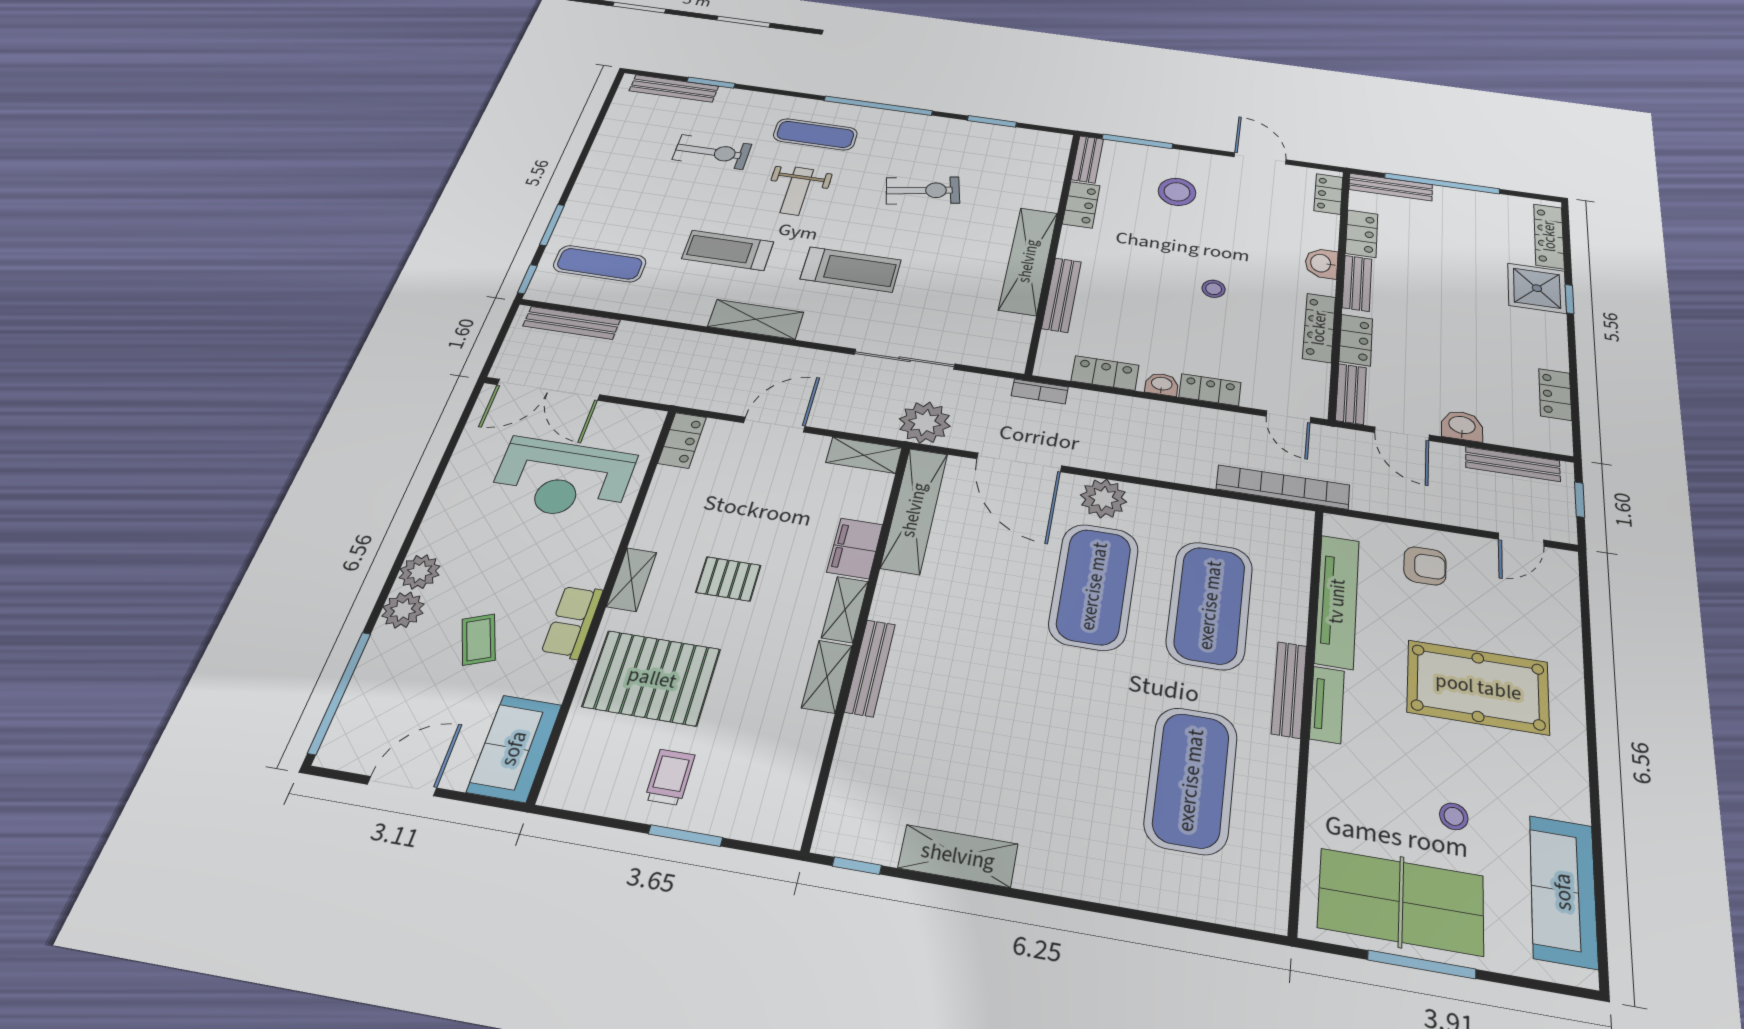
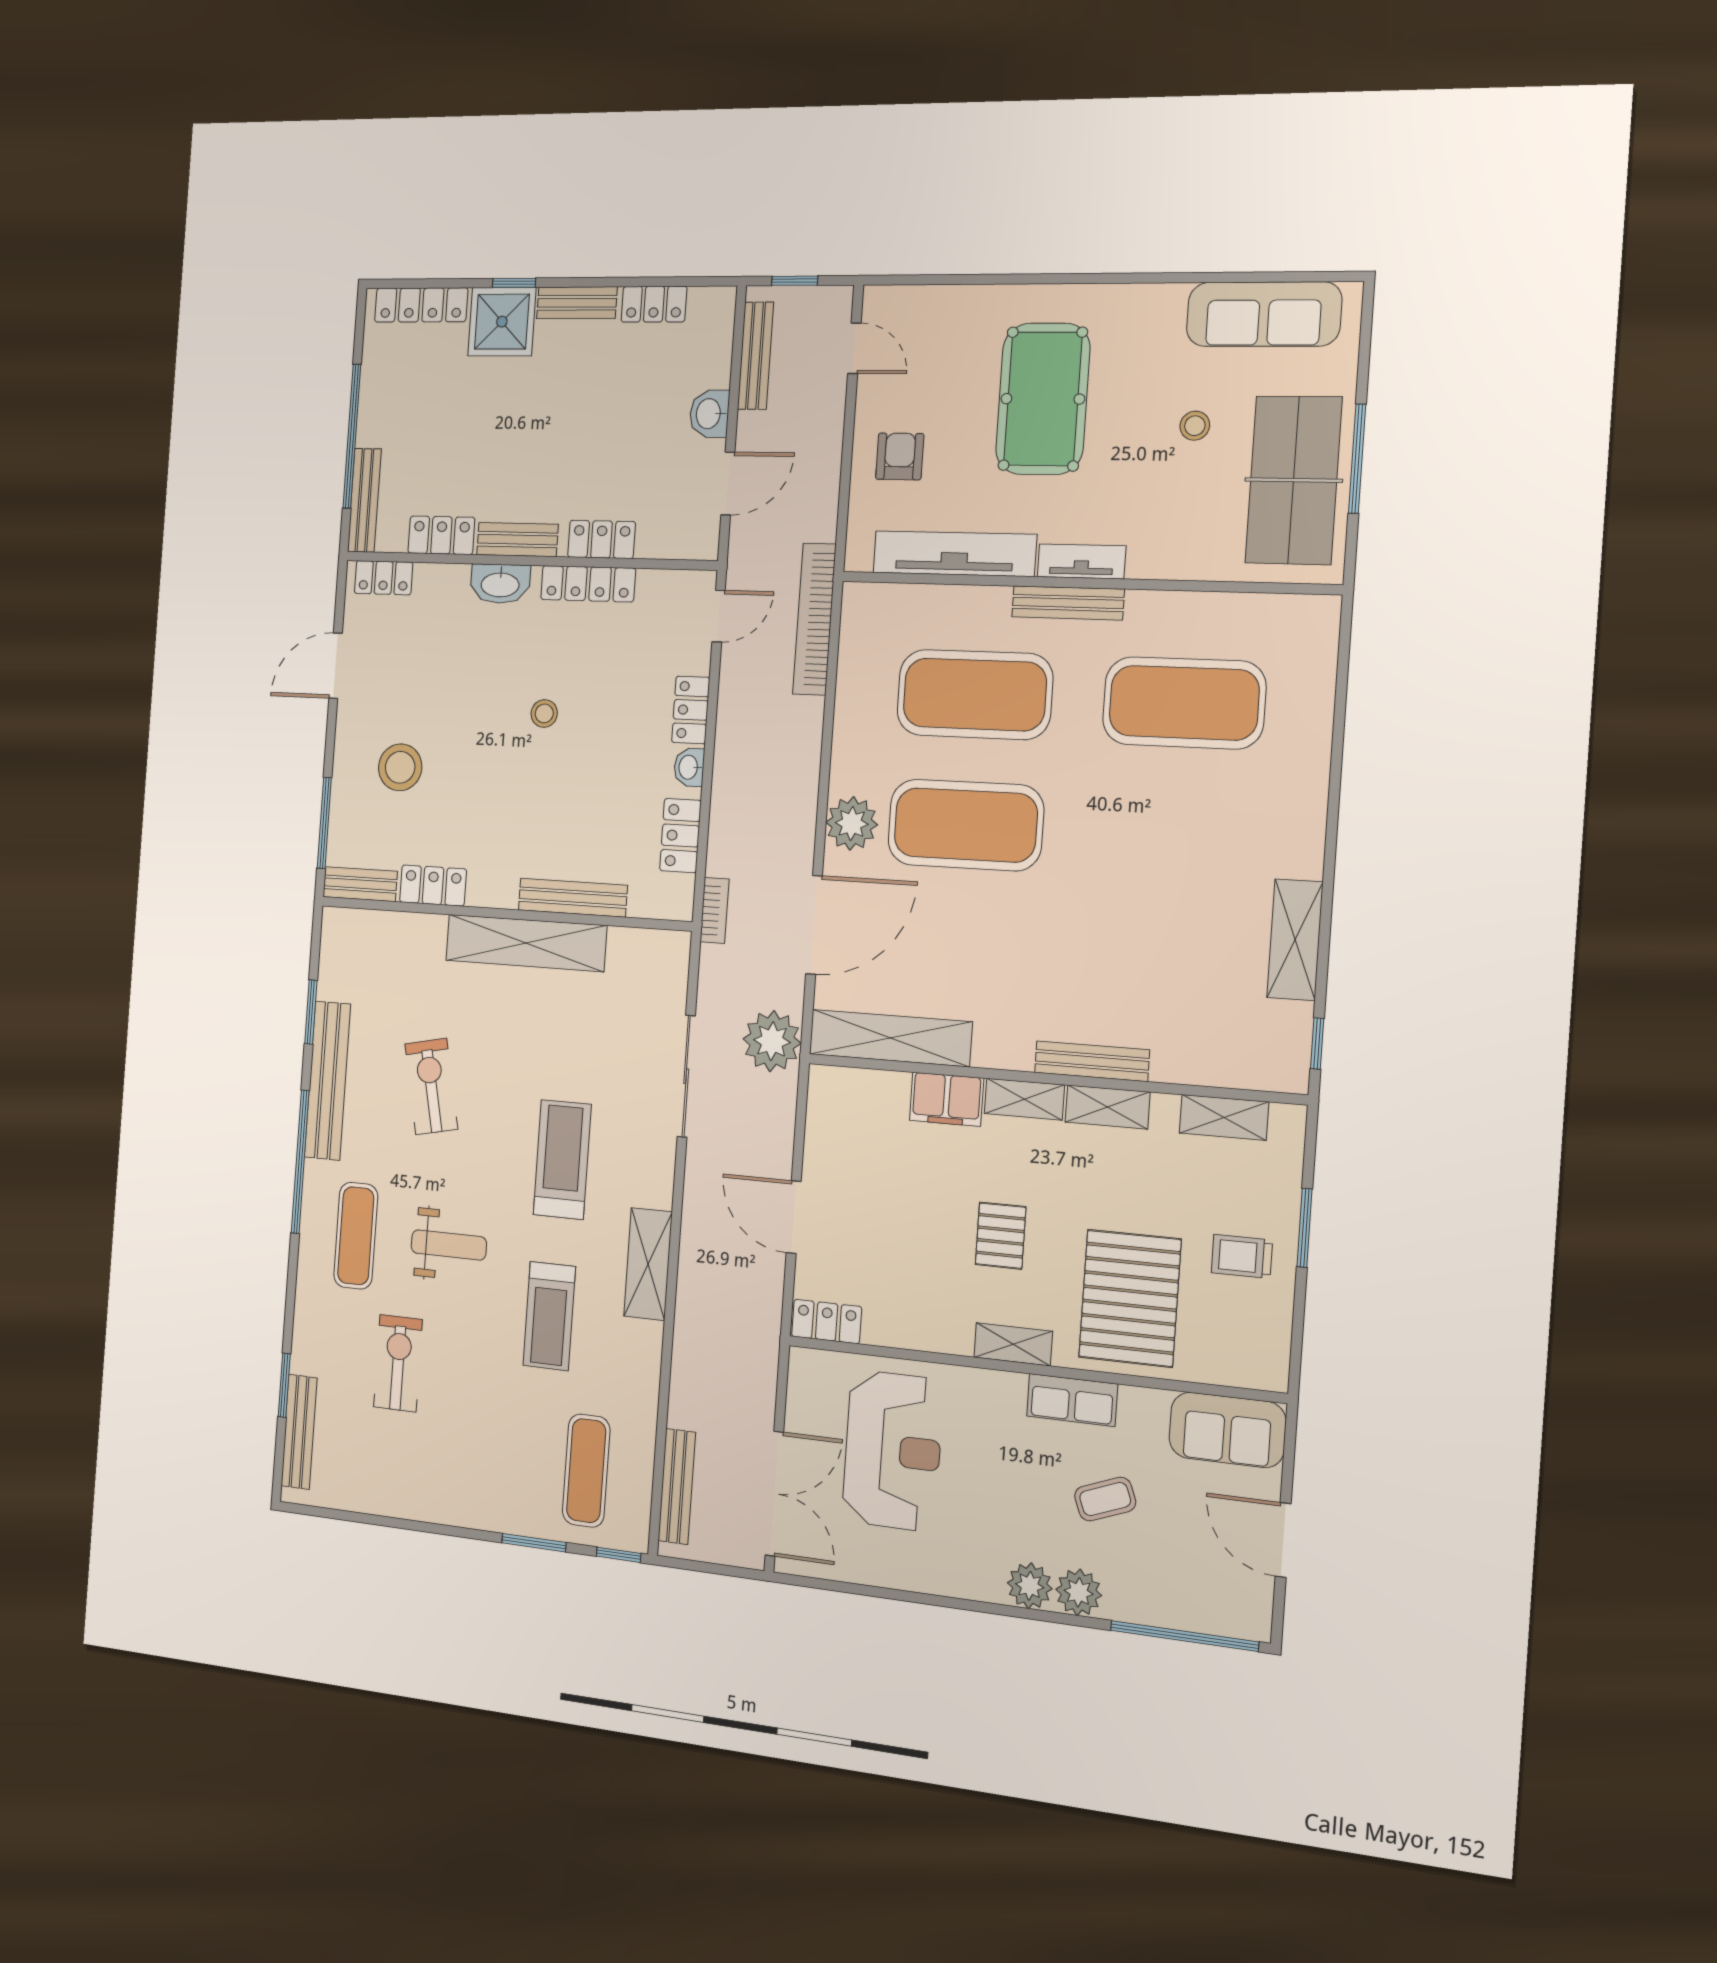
bench: (938, 127) -> (328, 1081), added
washbasin: (1321, 263) -> (500, 584), width x1.38
bench: (1351, 394) -> (577, 303), moved
shelving: (864, 455) -> (1224, 1117), moved, turned 90

